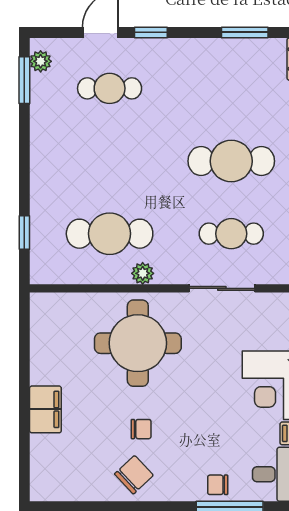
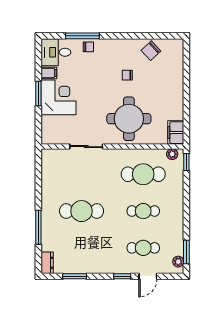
window: (24, 232) -> (186, 162), moved
cafe table: (231, 234) -> (143, 211), moved
plant: (143, 273) -> (172, 154), moved
filing cabinet: (45, 409) -> (176, 133), moved
chair: (134, 475) -> (151, 51), moved

